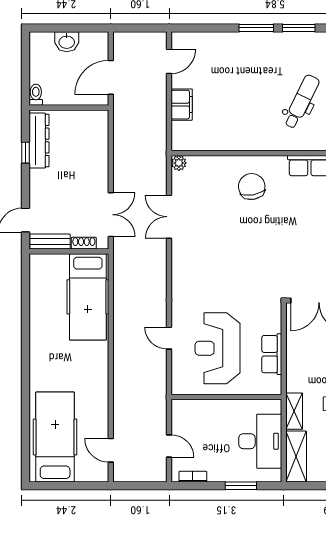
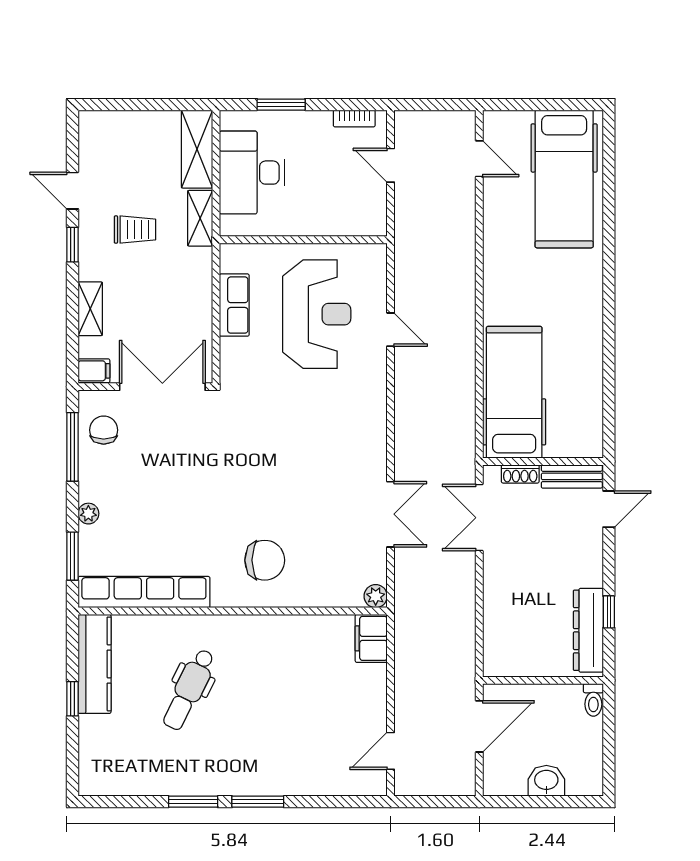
filing cabinet: (182, 105) -> (371, 638), moved
chair: (252, 187) -> (265, 560), turned -80

